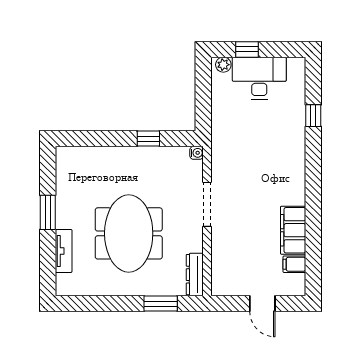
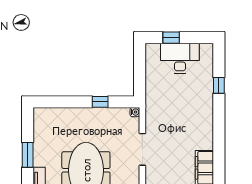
plant: (223, 65) -> (154, 49), removed

